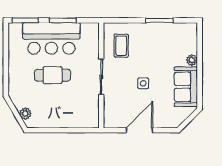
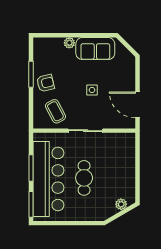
armchair: (150, 35) -> (45, 83), added
bar counter: (51, 38) -> (48, 179), width x1.36
coffee table: (121, 46) -> (55, 111), turned 62
door: (139, 130) -> (137, 105), moved

